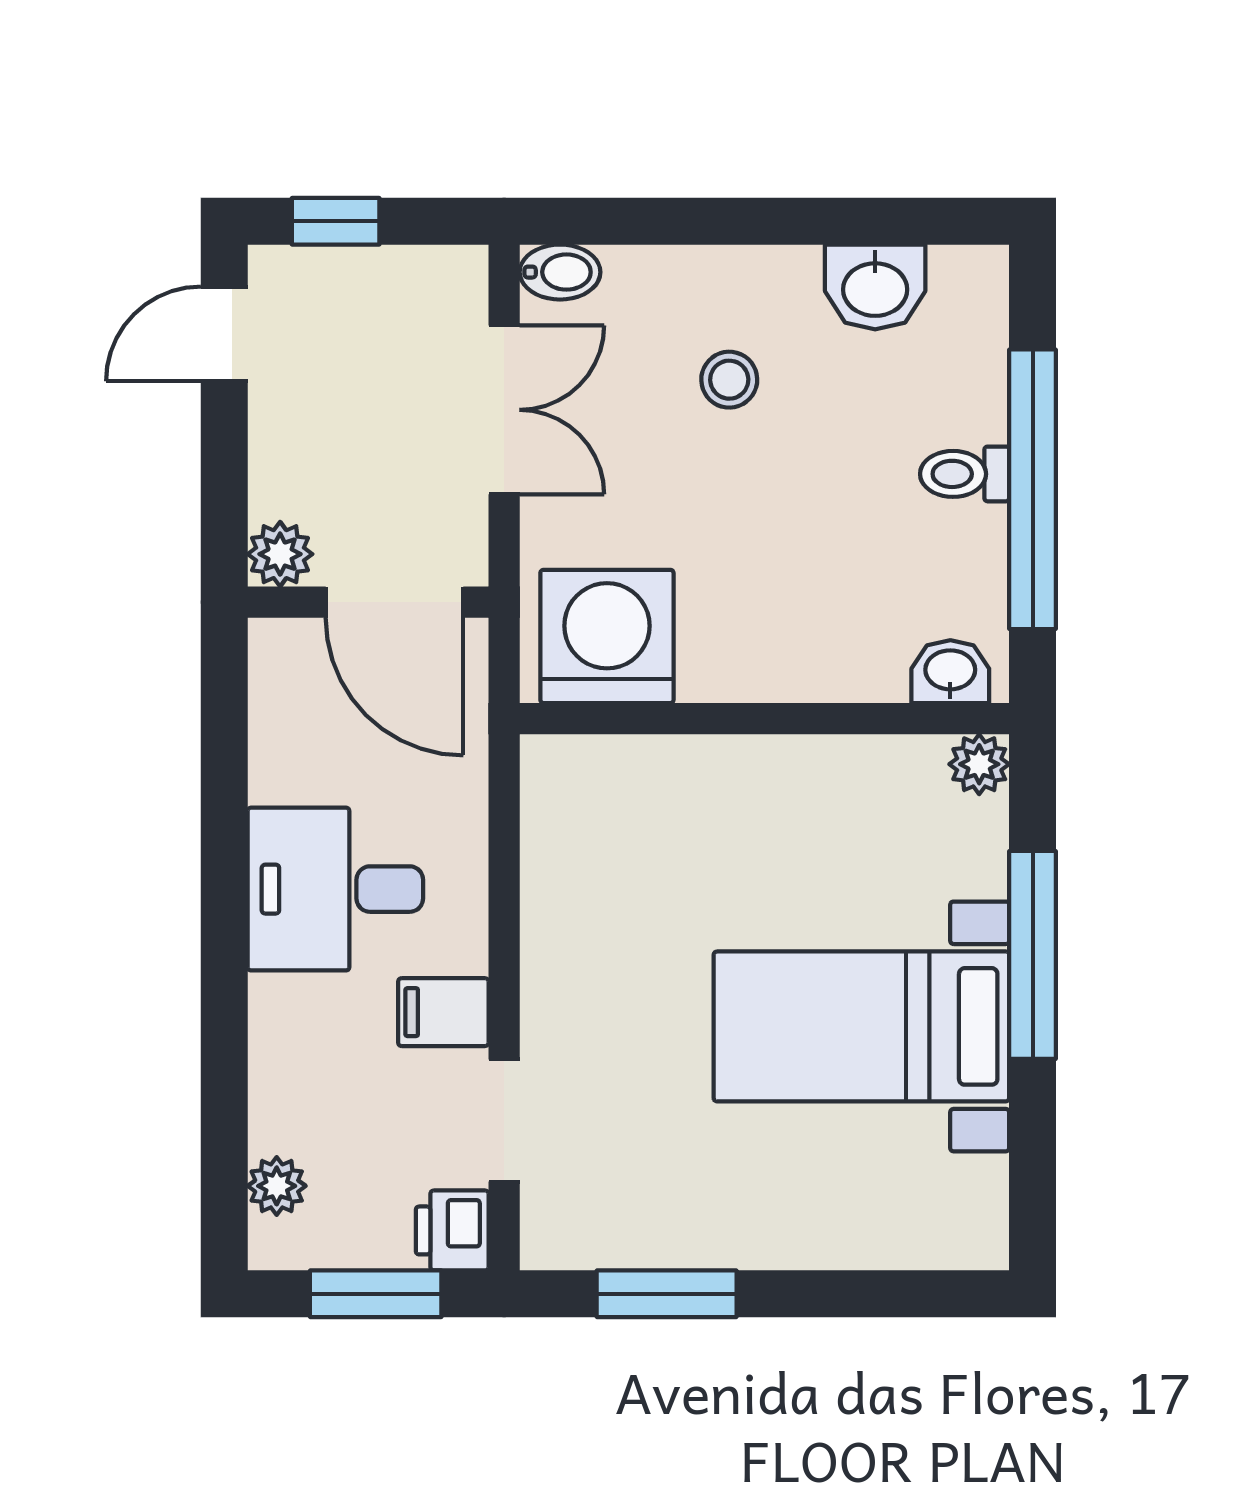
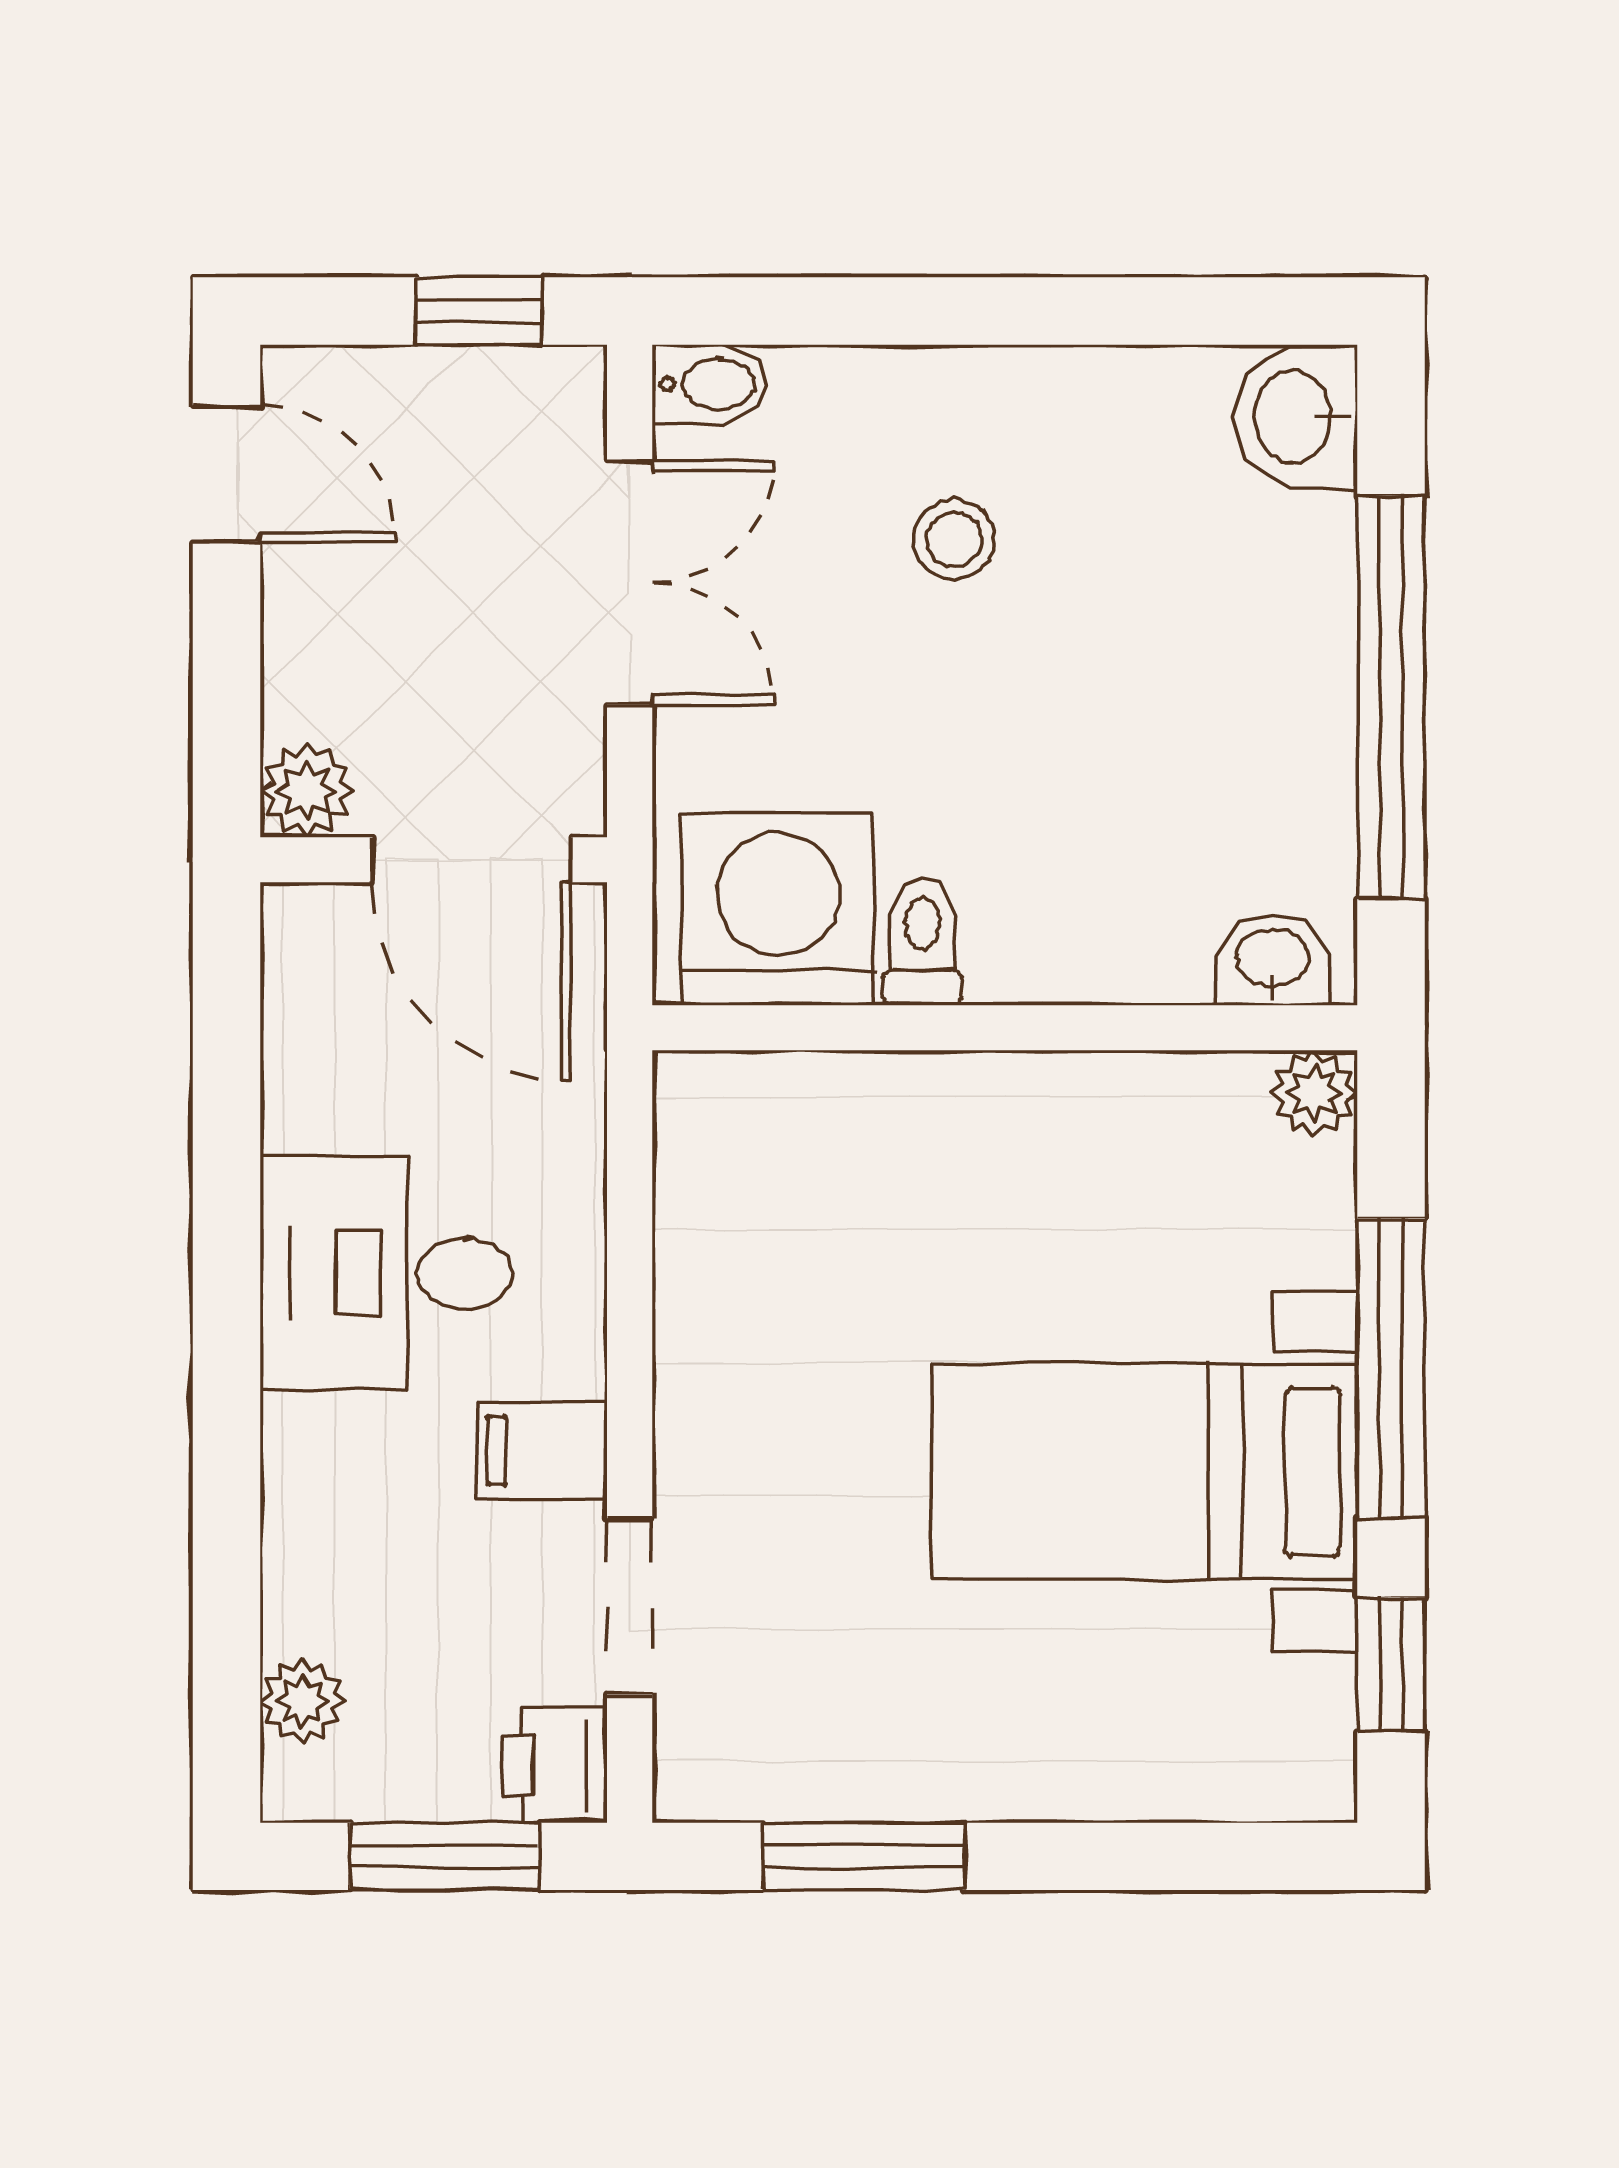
window: (336, 221) -> (479, 311), moved
washbasin: (875, 287) -> (1296, 417), moved, turned 90
door: (224, 334) -> (227, 474), swing flipped
toilet: (965, 474) -> (922, 941), moved, turned 90
window: (1033, 1161) -> (1391, 1664), added

